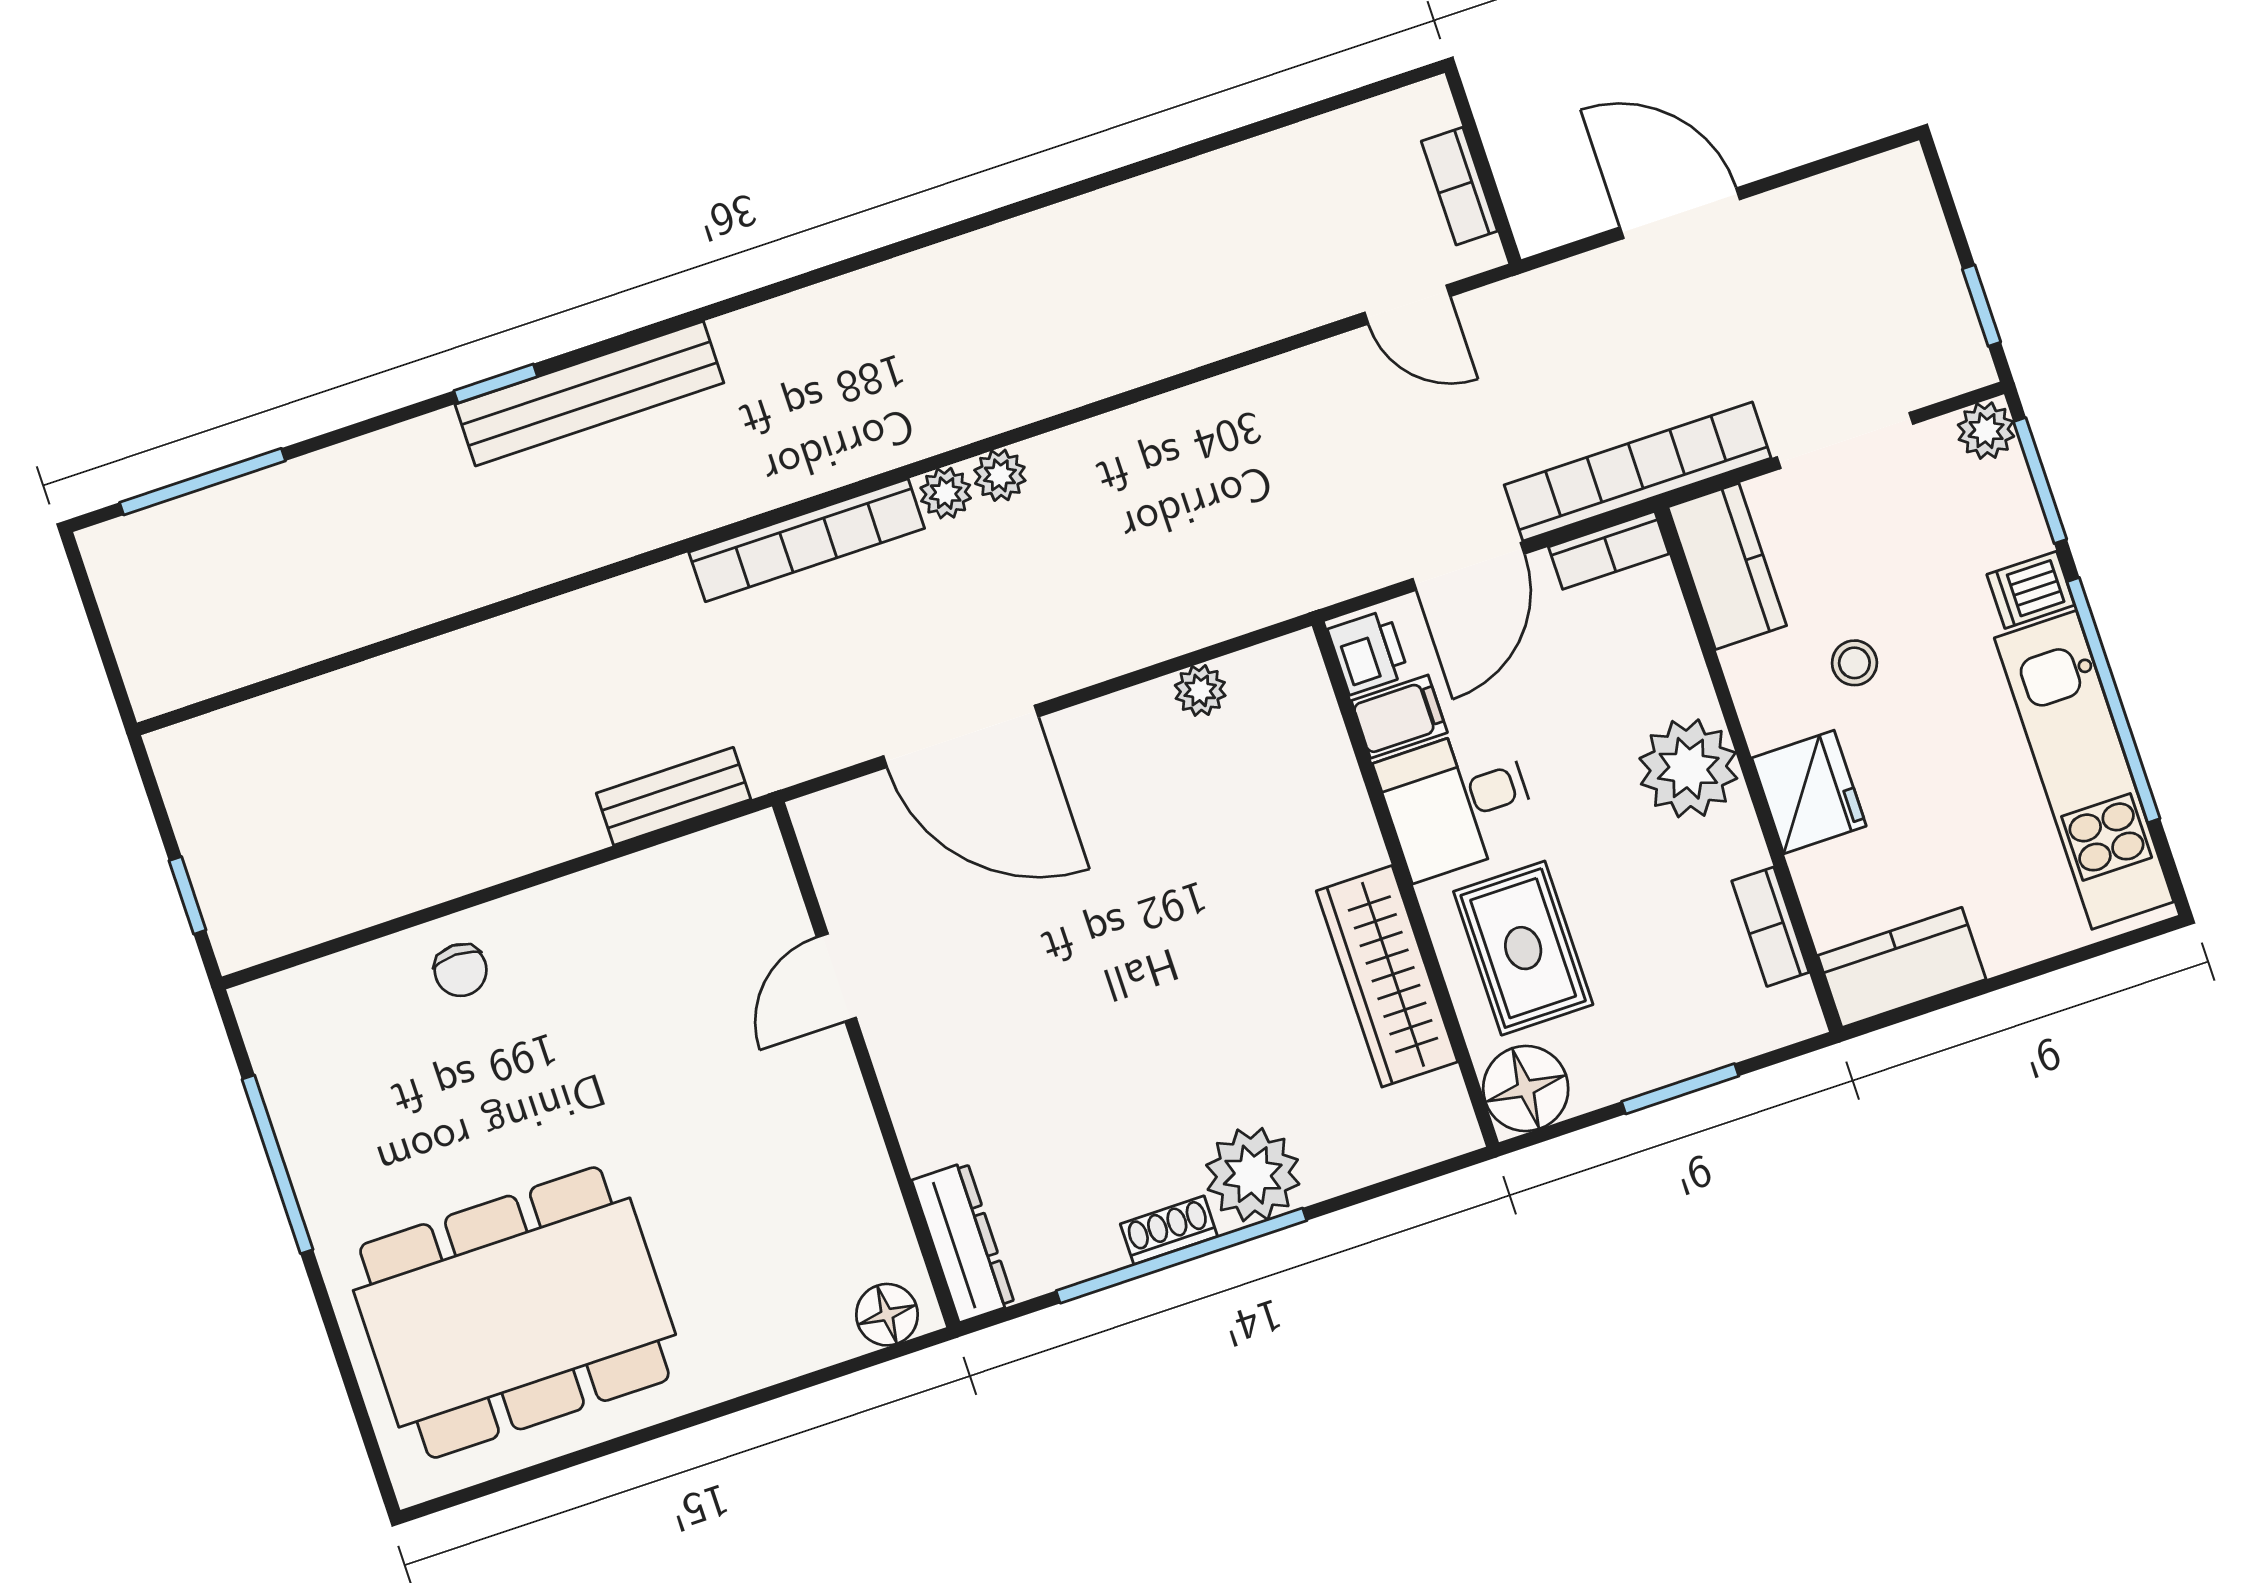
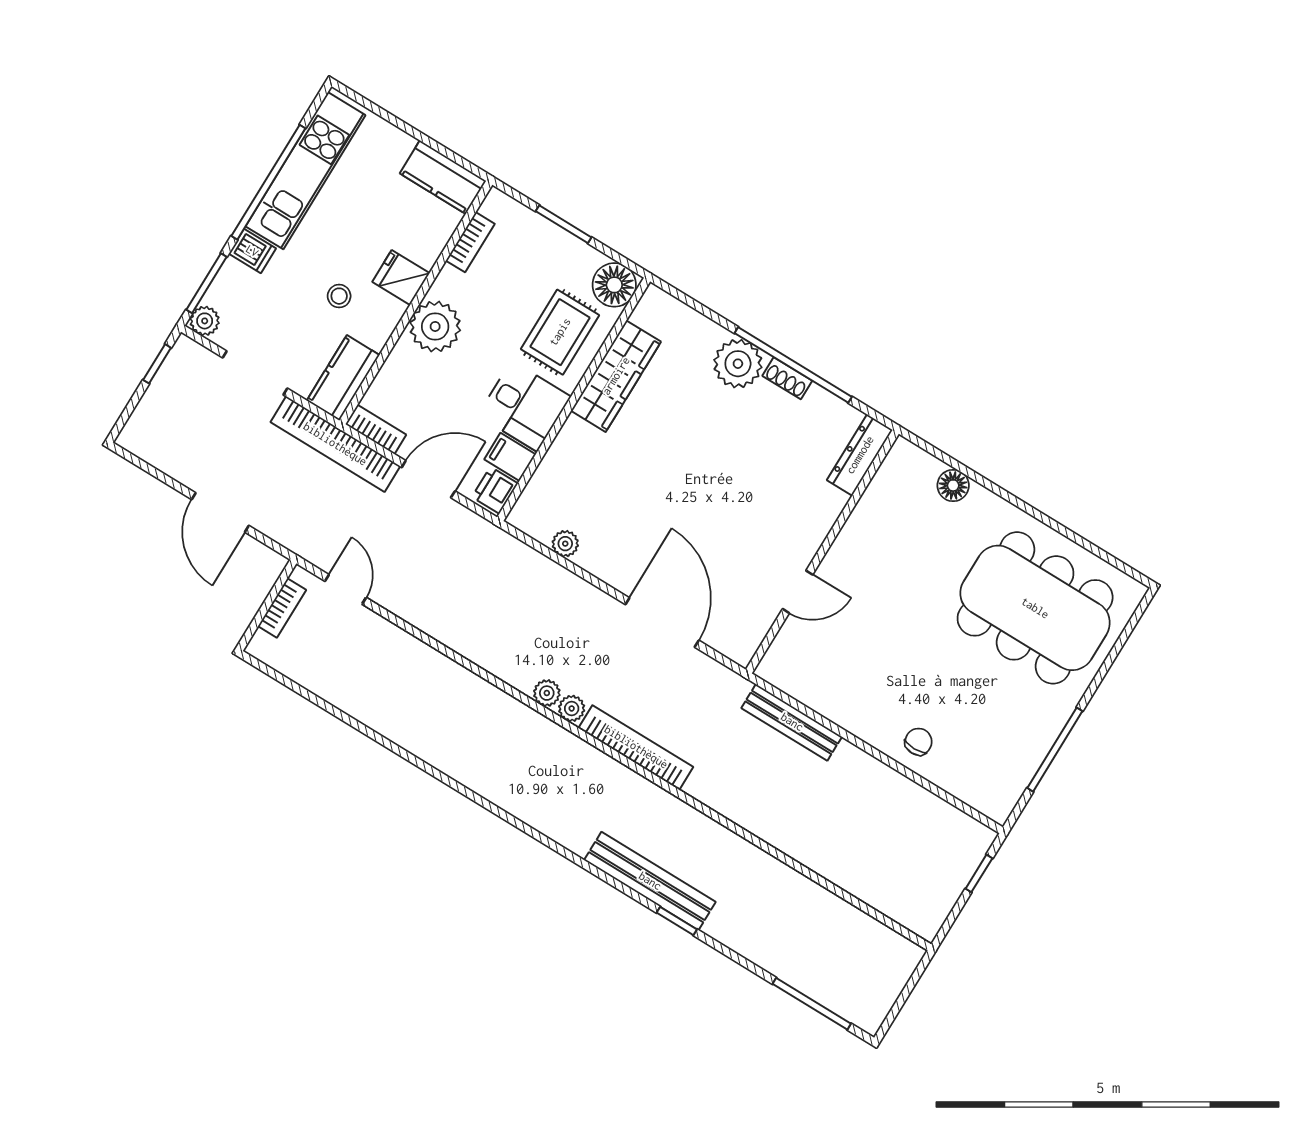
fridge: (1809, 792) -> (401, 278), width x0.72
bench: (674, 796) -> (792, 722), width x1.36
floor lamp: (887, 1315) -> (953, 485), moved

